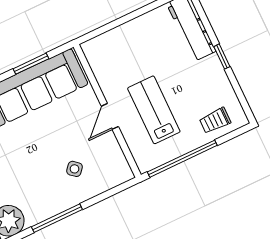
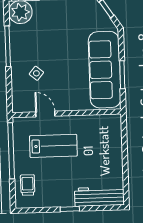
door: (110, 116) -> (45, 114), moved

